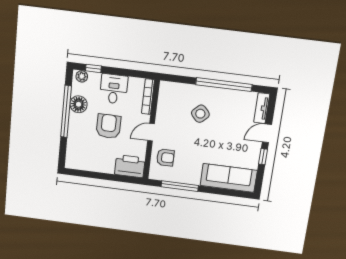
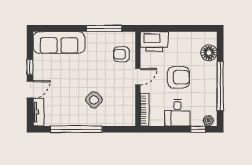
floor lamp: (79, 104) -> (209, 53), moved
armchair: (108, 126) -> (179, 77), turned -90

